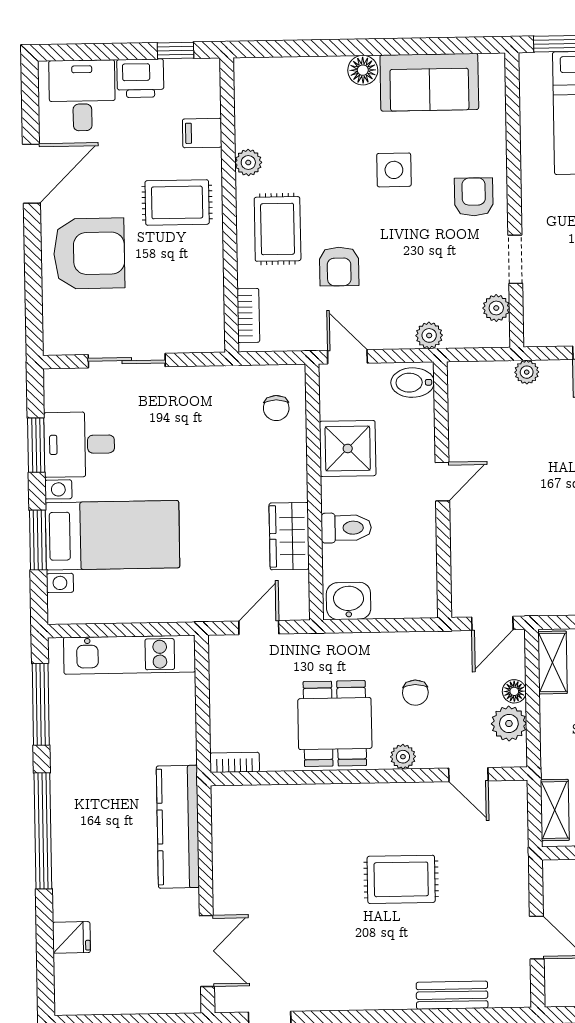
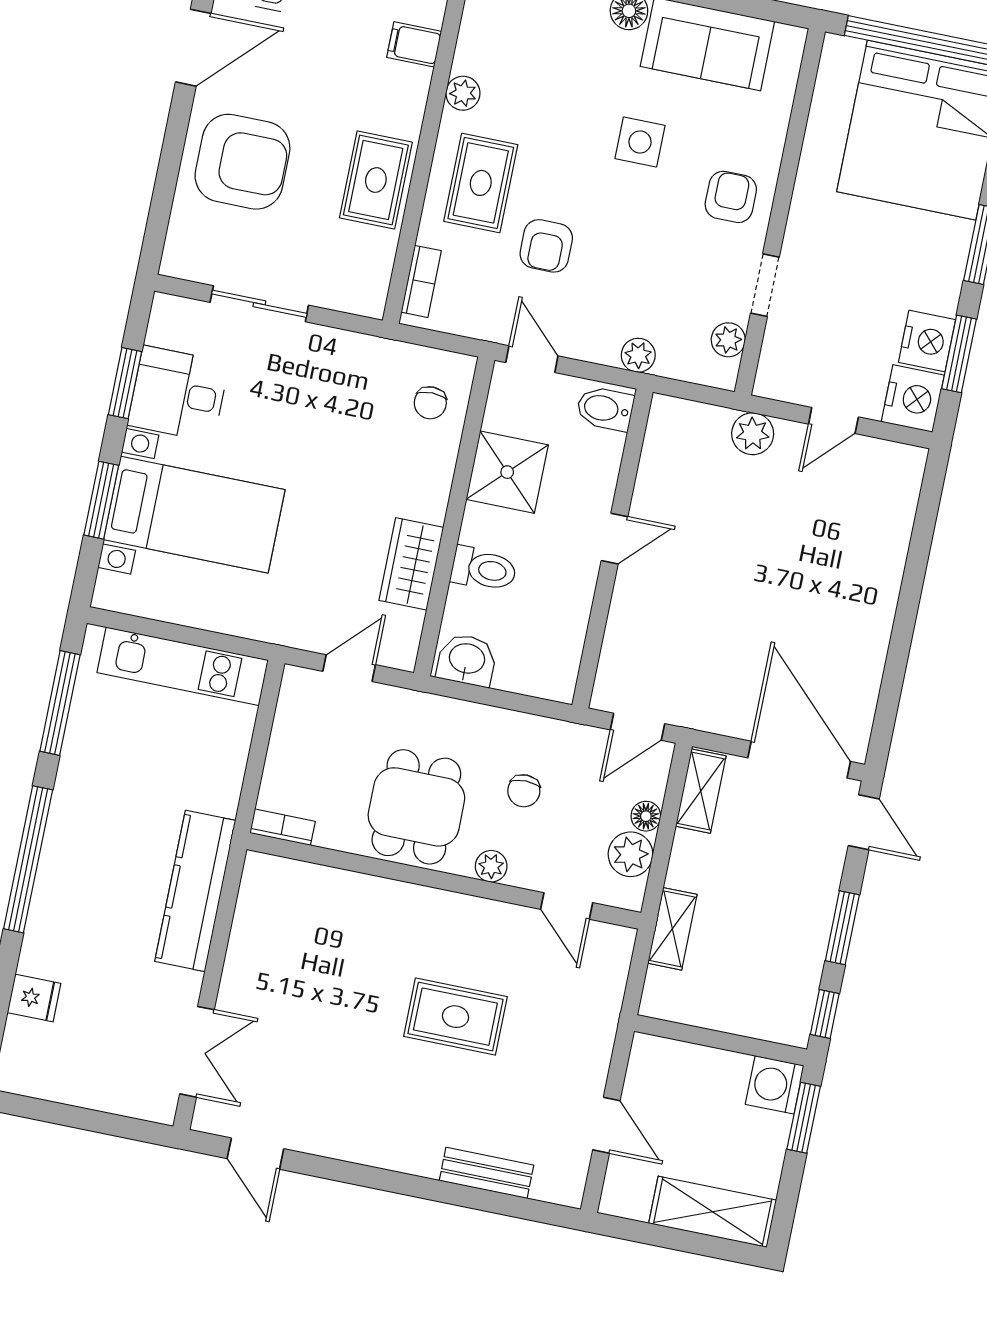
rug: (177, 202) -> (376, 180), moved, turned 90
plant: (527, 372) -> (753, 434), width x1.38, depth x1.38
shelving: (555, 810) -> (672, 929), moved

